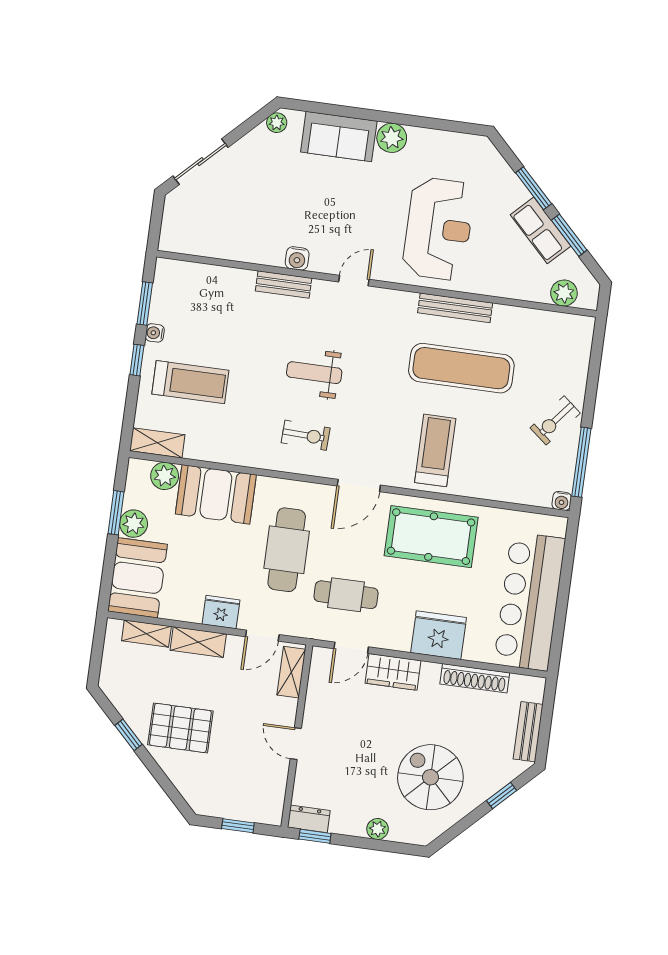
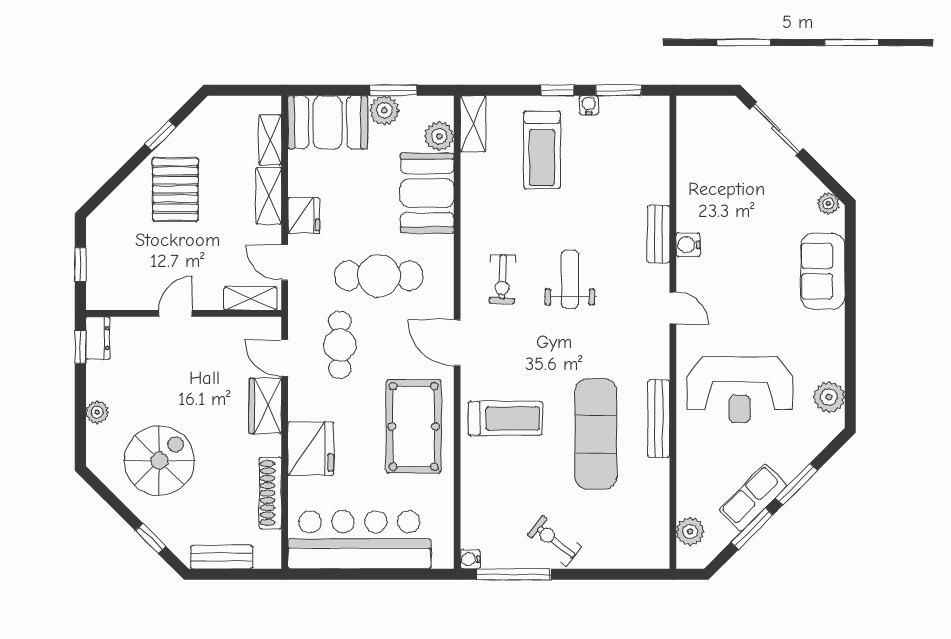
plant: (392, 138) -> (829, 397), moved

